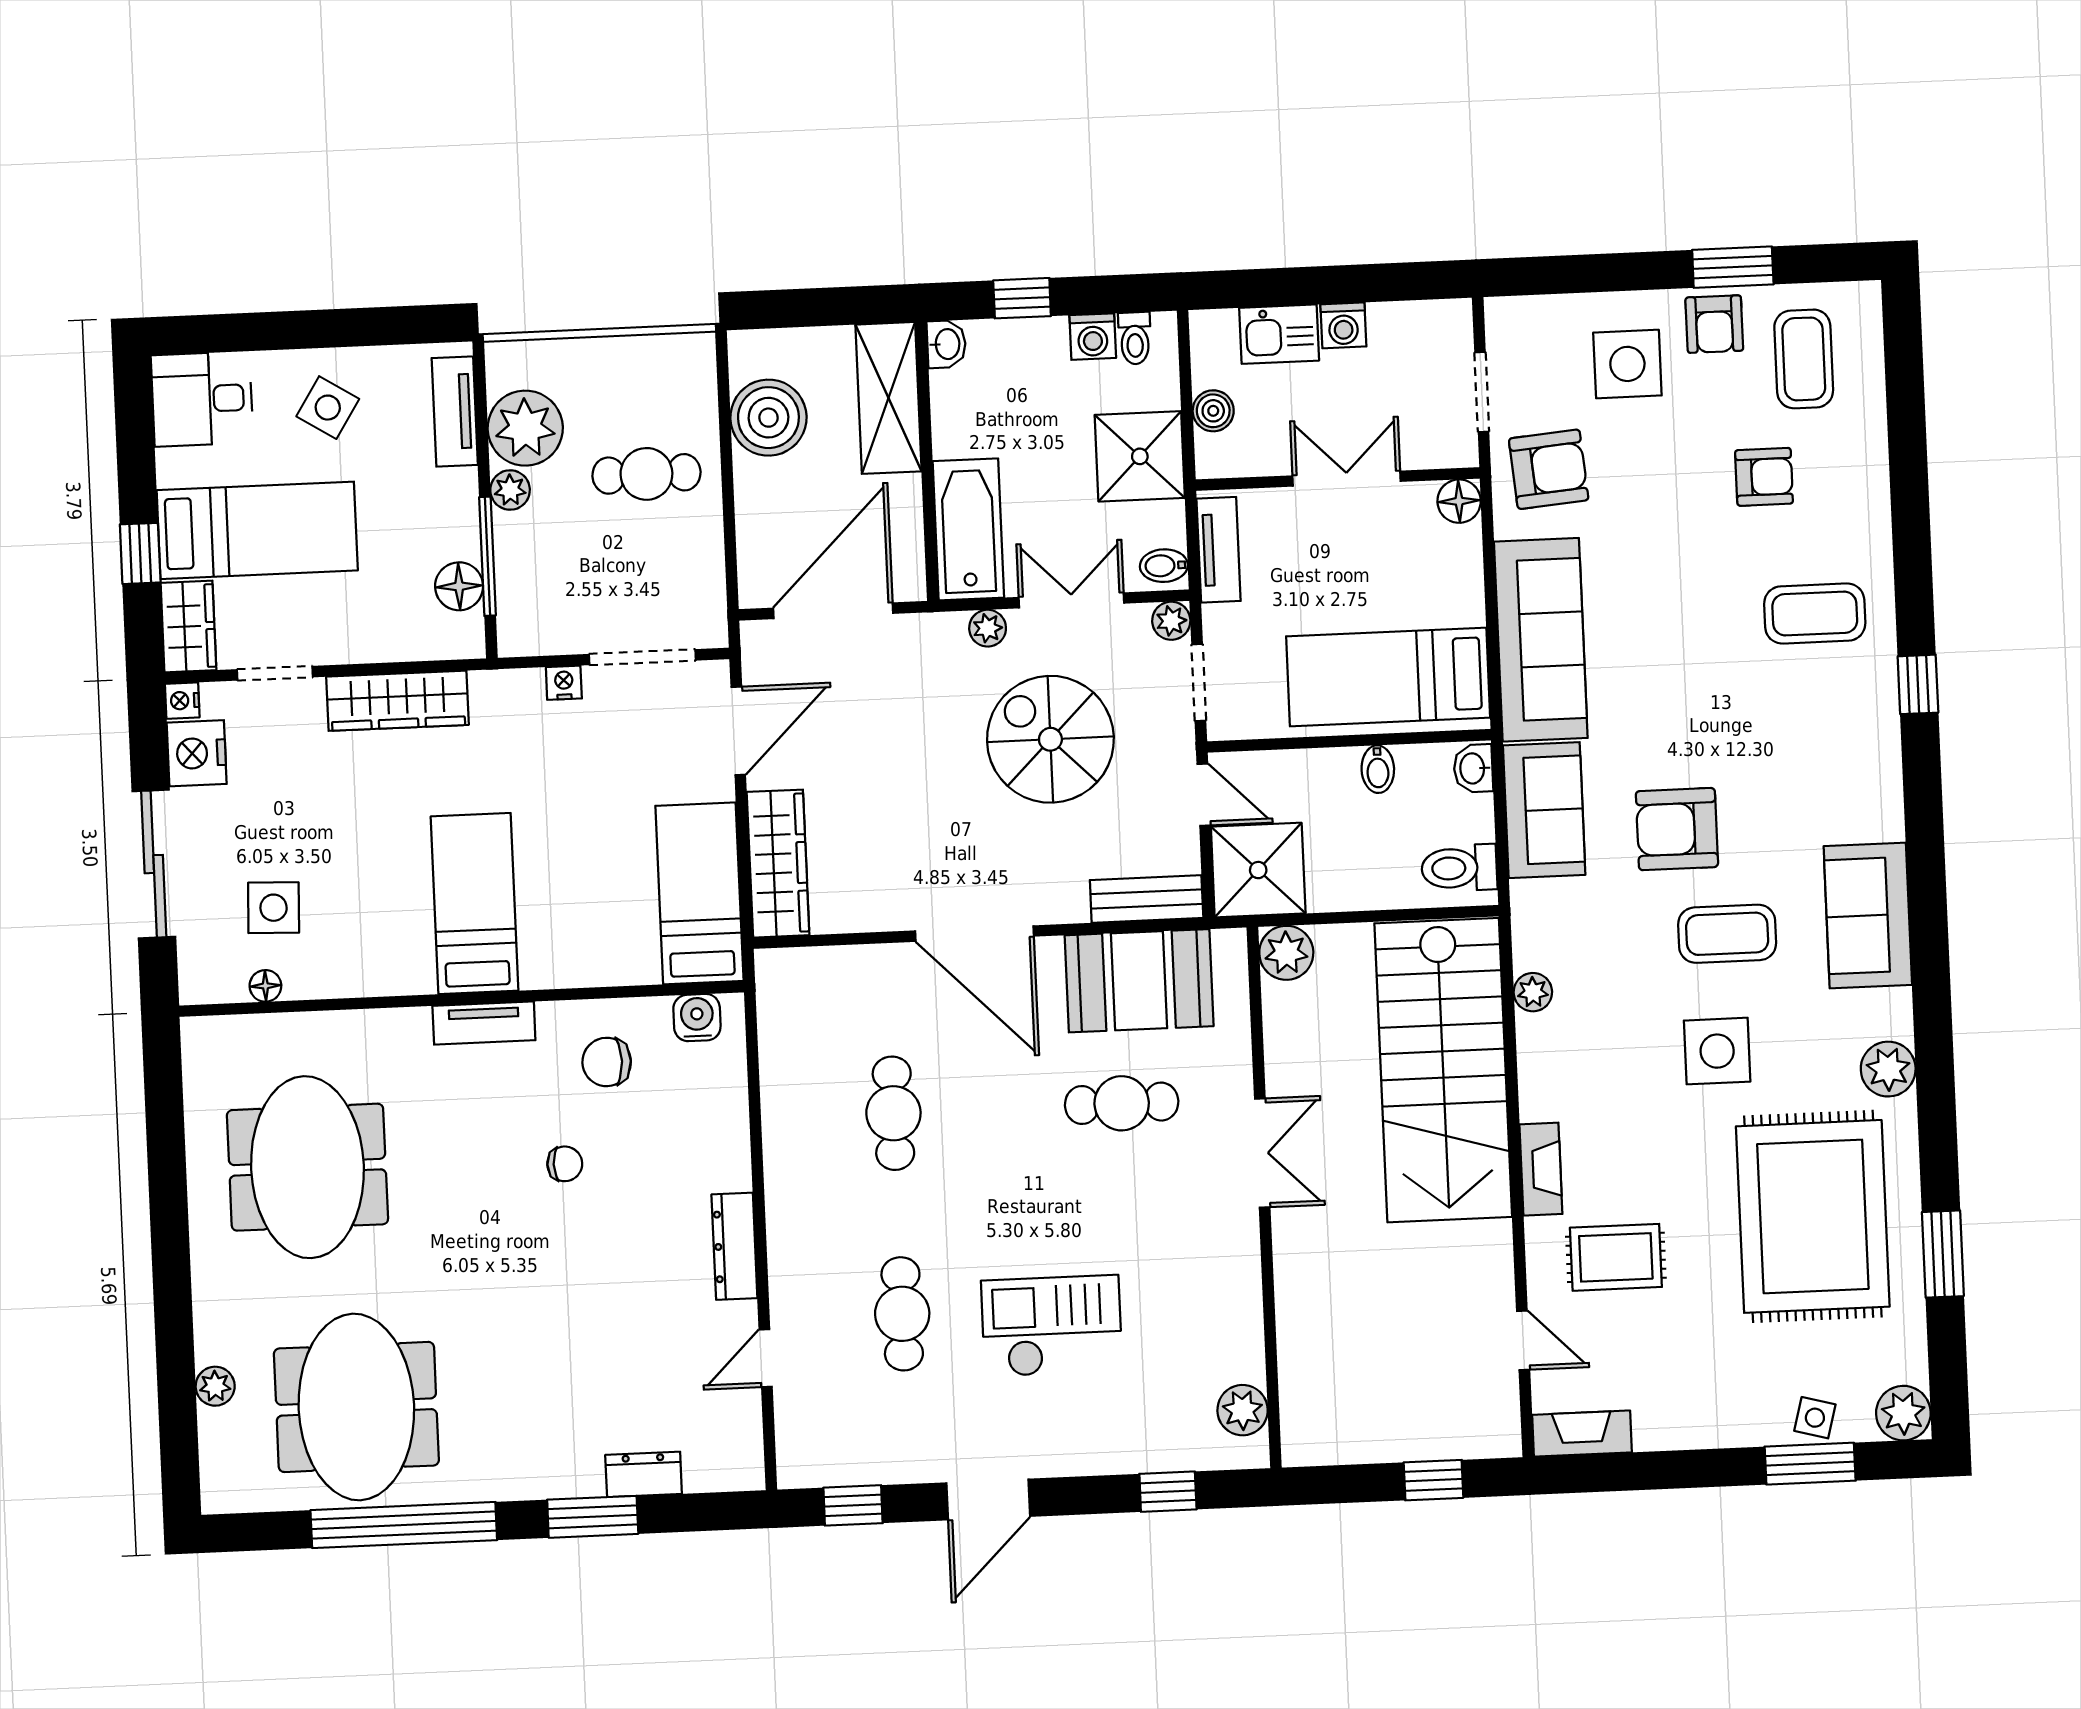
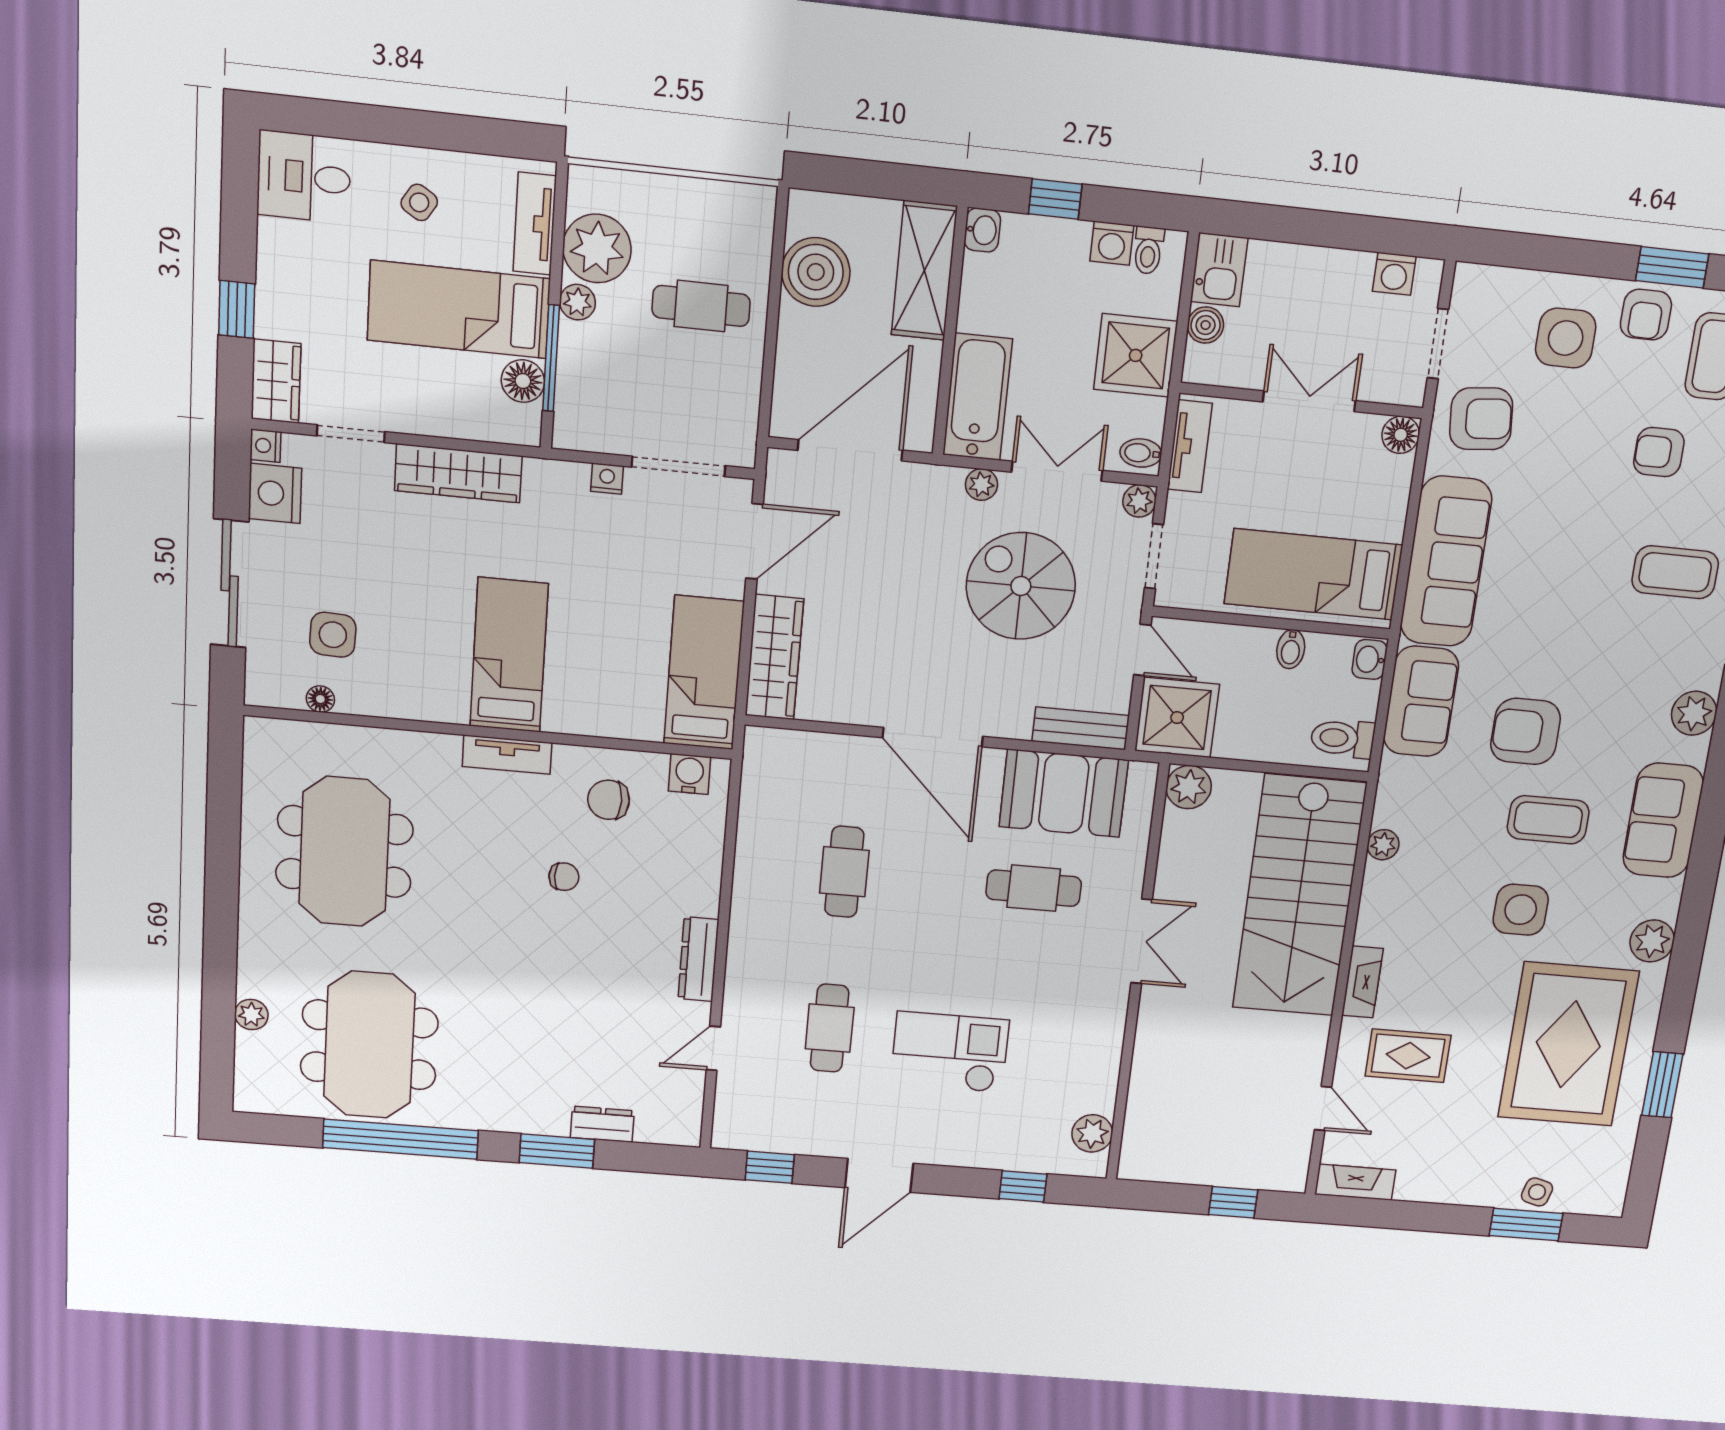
washing machine: (1343, 325) -> (1394, 274), moved
kitchen sink: (1279, 334) -> (1219, 270), moved, turned -90
side table: (328, 408) -> (419, 202), width x0.73, depth x0.73
armchair: (1764, 477) -> (1659, 452), turned 180
bed: (257, 530) -> (459, 309), moved, turned 180
plant: (1903, 1413) -> (1694, 713), moved

